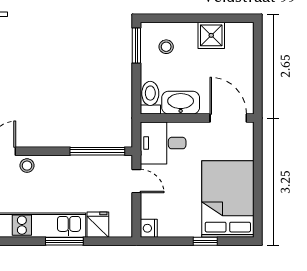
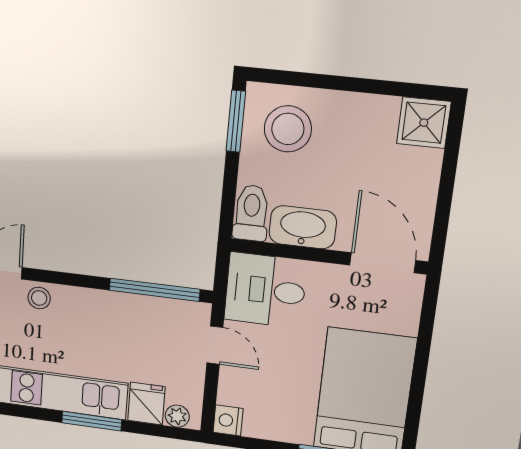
shower: (211, 35) -> (424, 123), moved
stool: (166, 47) -> (288, 129), width x1.89, depth x1.89
plant: (117, 230) -> (177, 416), added

